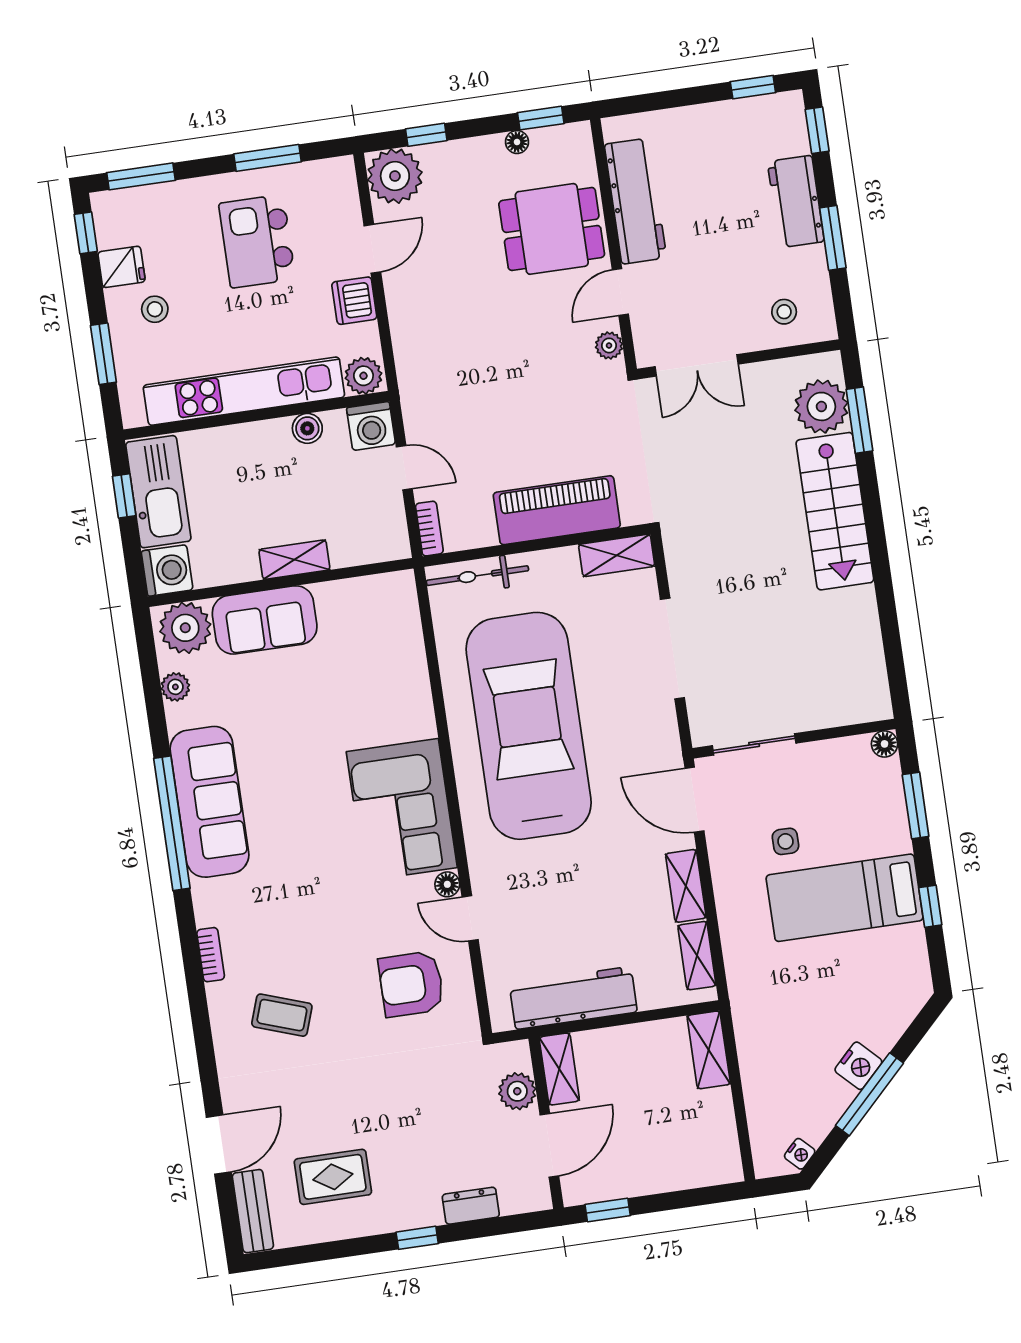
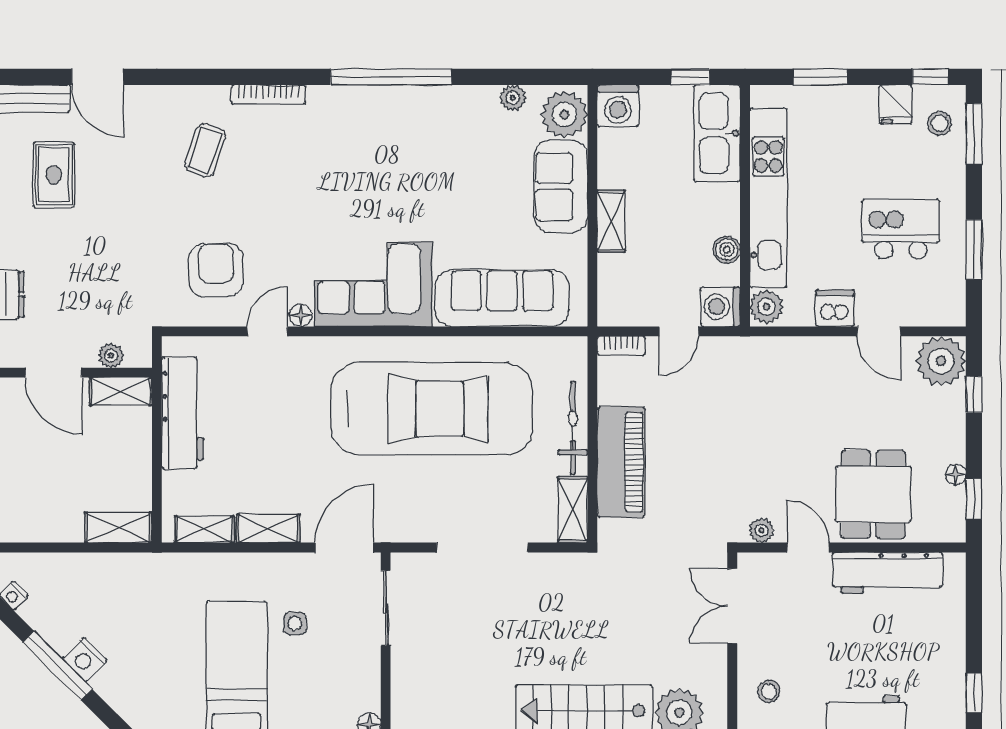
stool: (155, 309) -> (939, 123), moved
kitchen sink: (158, 492) -> (717, 133), moved, turned 90
bicycle: (477, 576) -> (573, 428), moved
sofa: (209, 802) -> (502, 298), moved, turned 180
bookcase: (211, 955) -> (269, 94), width x1.56
plant: (517, 1091) -> (111, 356), width x0.73, depth x0.73

